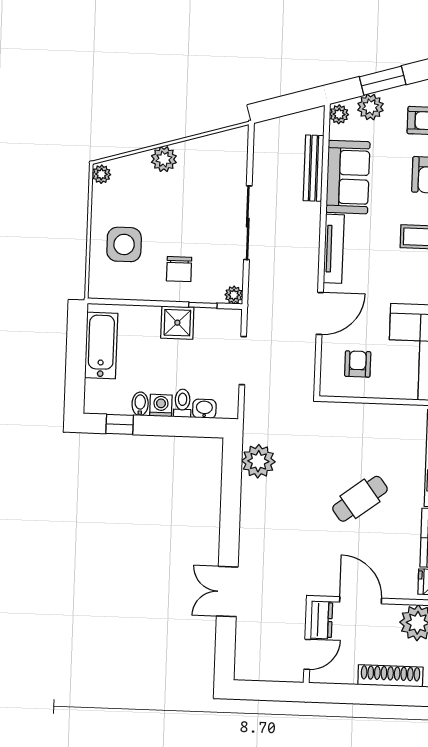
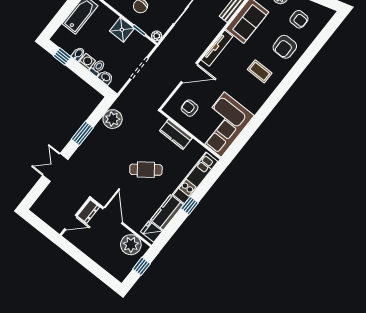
armchair: (358, 364) -> (190, 108), turned -90
kitchen counter: (366, 416) -> (176, 134), added
window: (230, 514) -> (82, 133), added
shoe rack: (390, 676) -> (101, 260), removed

